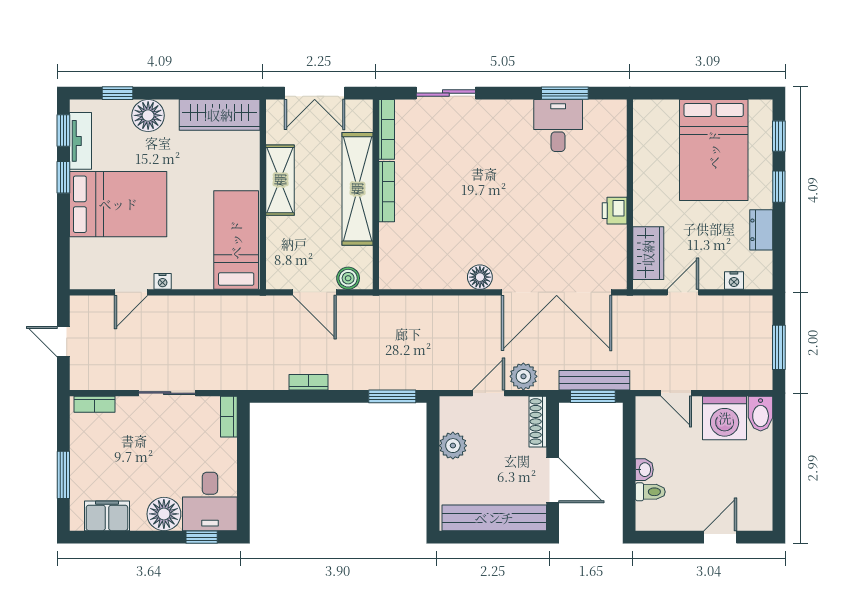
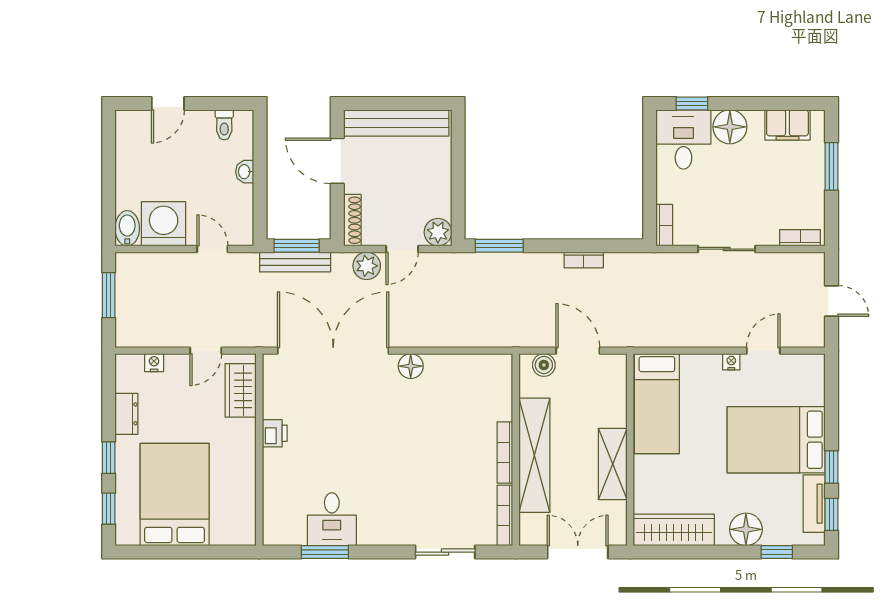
plant: (453, 446) -> (438, 232), moved
toilet: (650, 492) -> (224, 125), moved, turned -90

